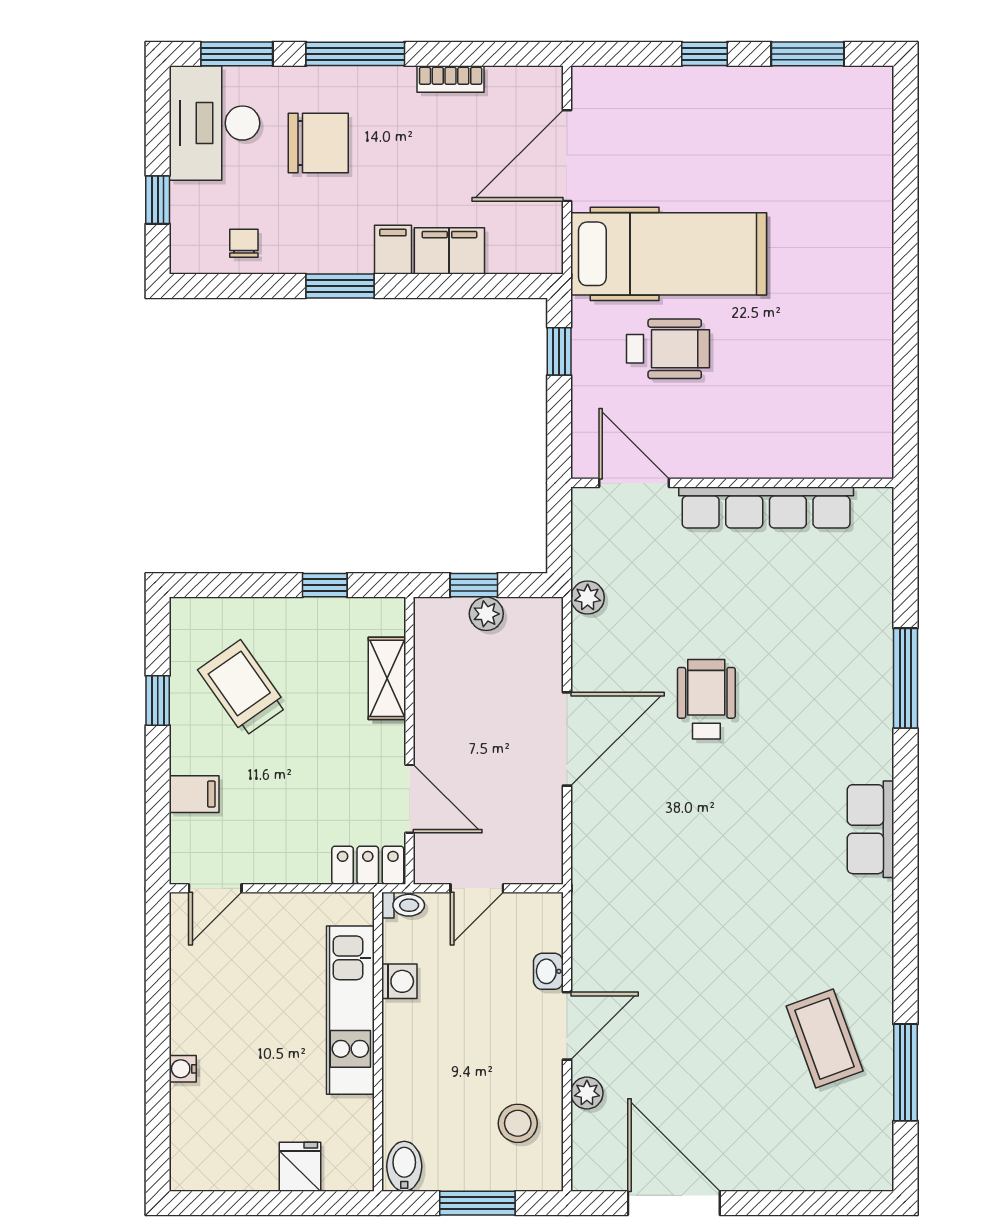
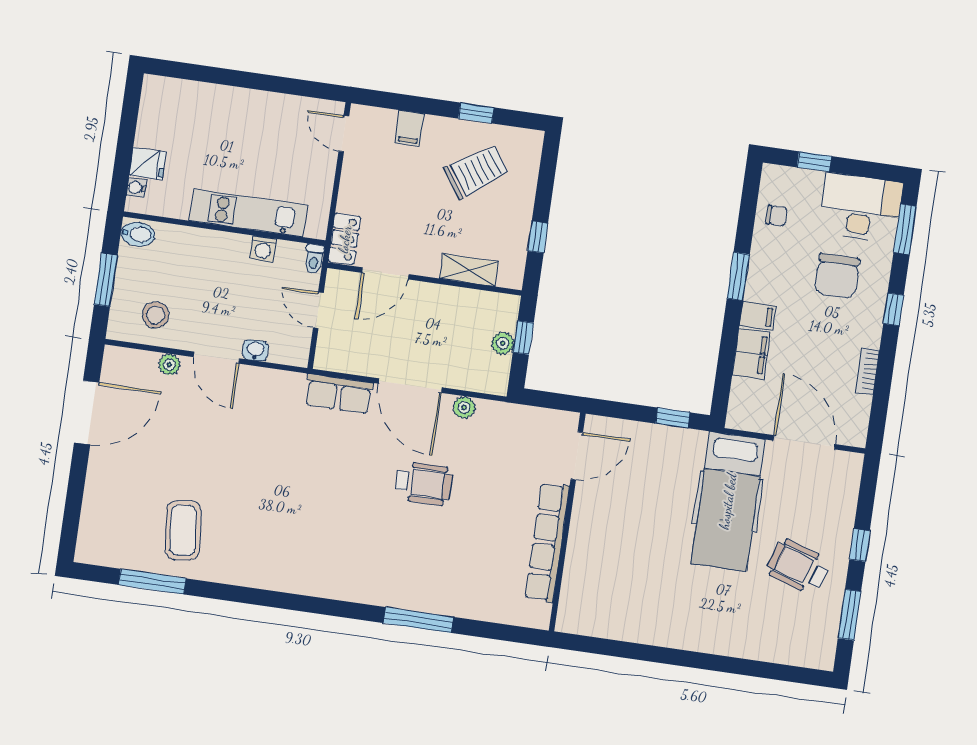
window: (355, 54) -> (893, 309), width x0.46
wheelchair: (668, 349) -> (798, 567), moved, turned 108
plant: (588, 598) -> (464, 407), moved
row of seats: (870, 829) -> (339, 394), moved, turned 180
coffee table: (825, 1039) -> (183, 530), turned -76
water cooler: (183, 1069) -> (136, 188), moved, turned -90

